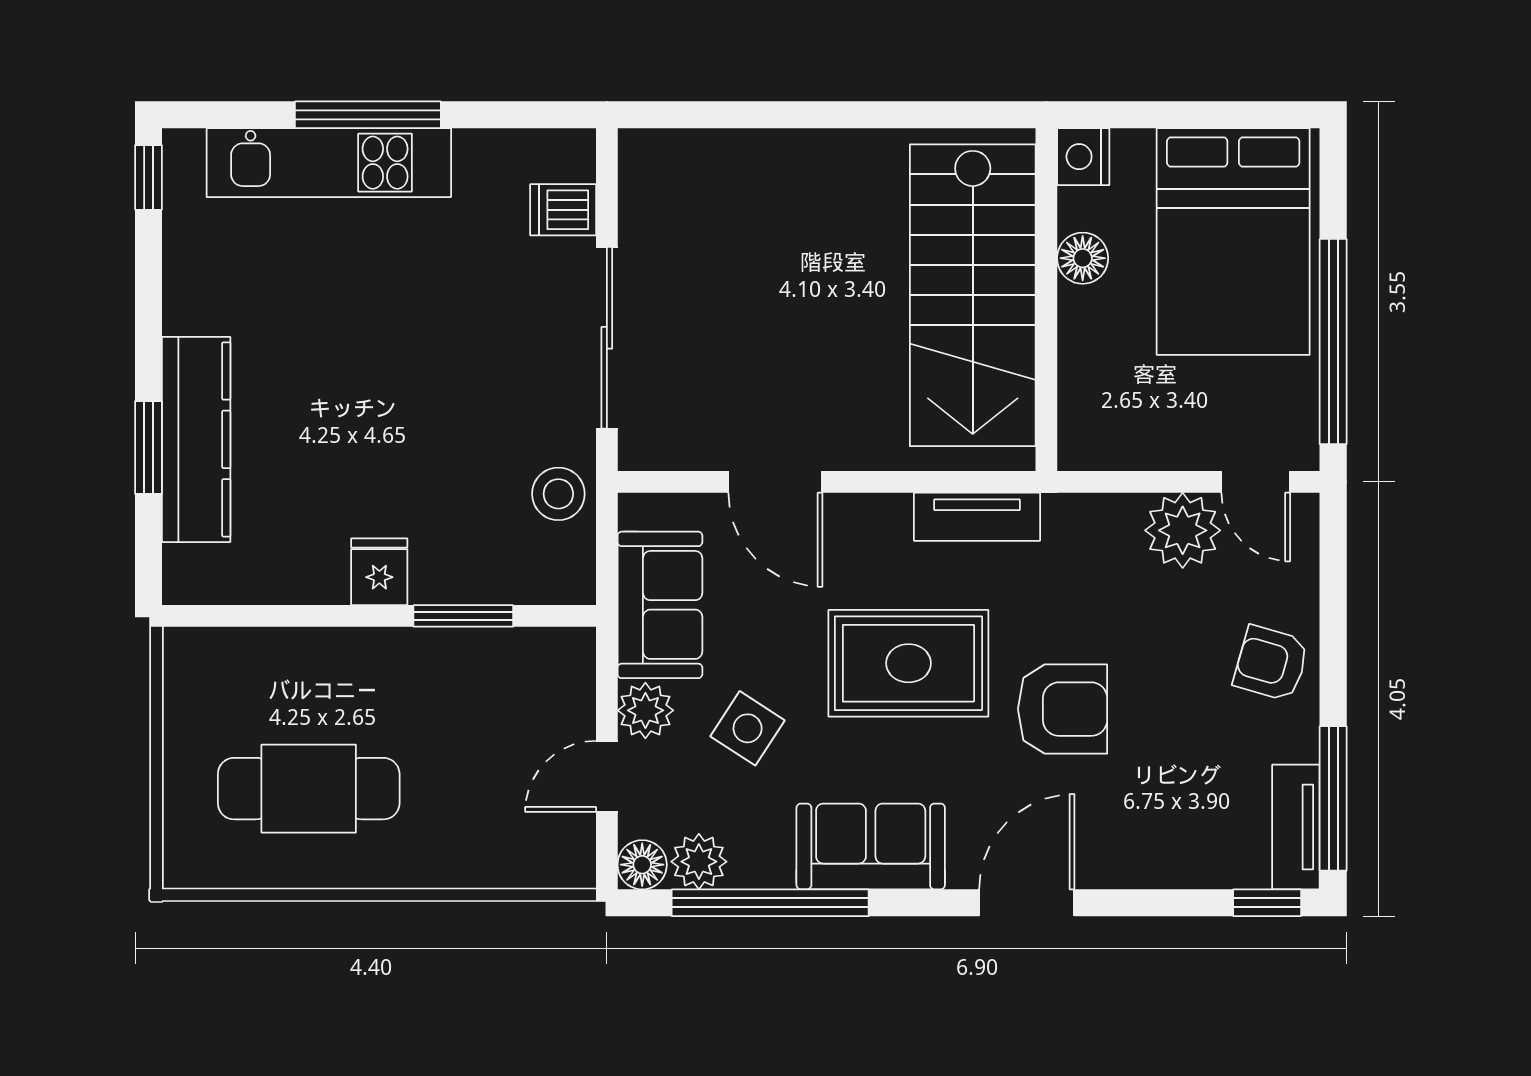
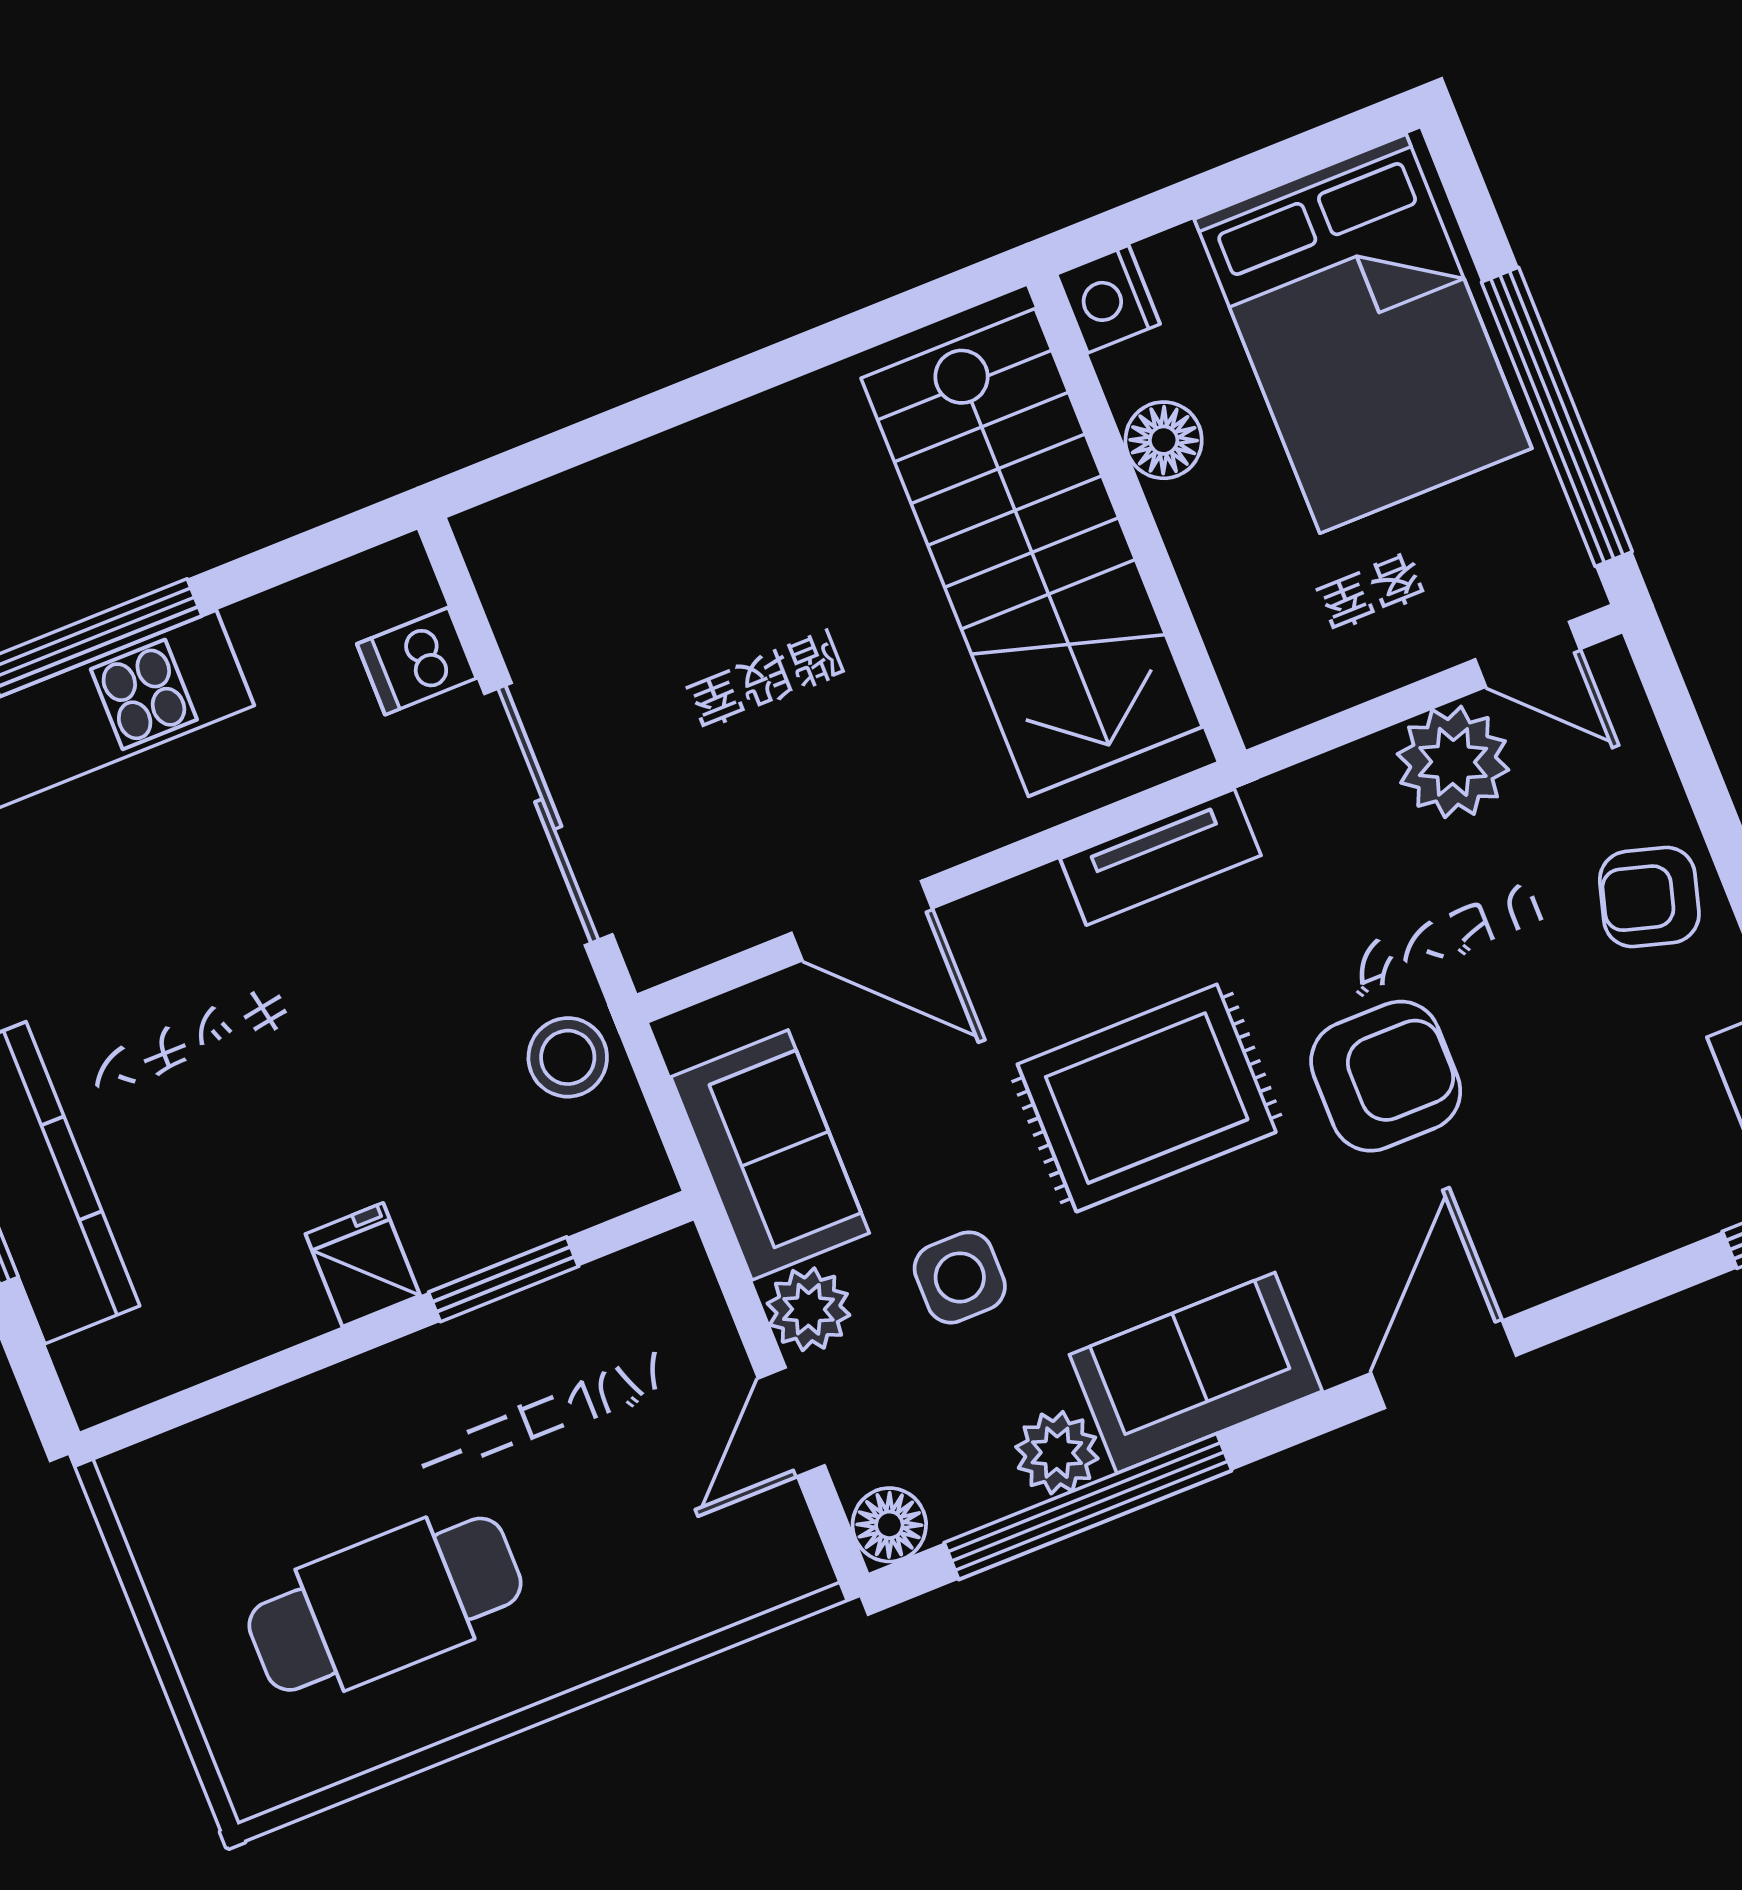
side table: (748, 728) -> (960, 1277), turned -33
plant: (699, 862) -> (1057, 1453), moved

